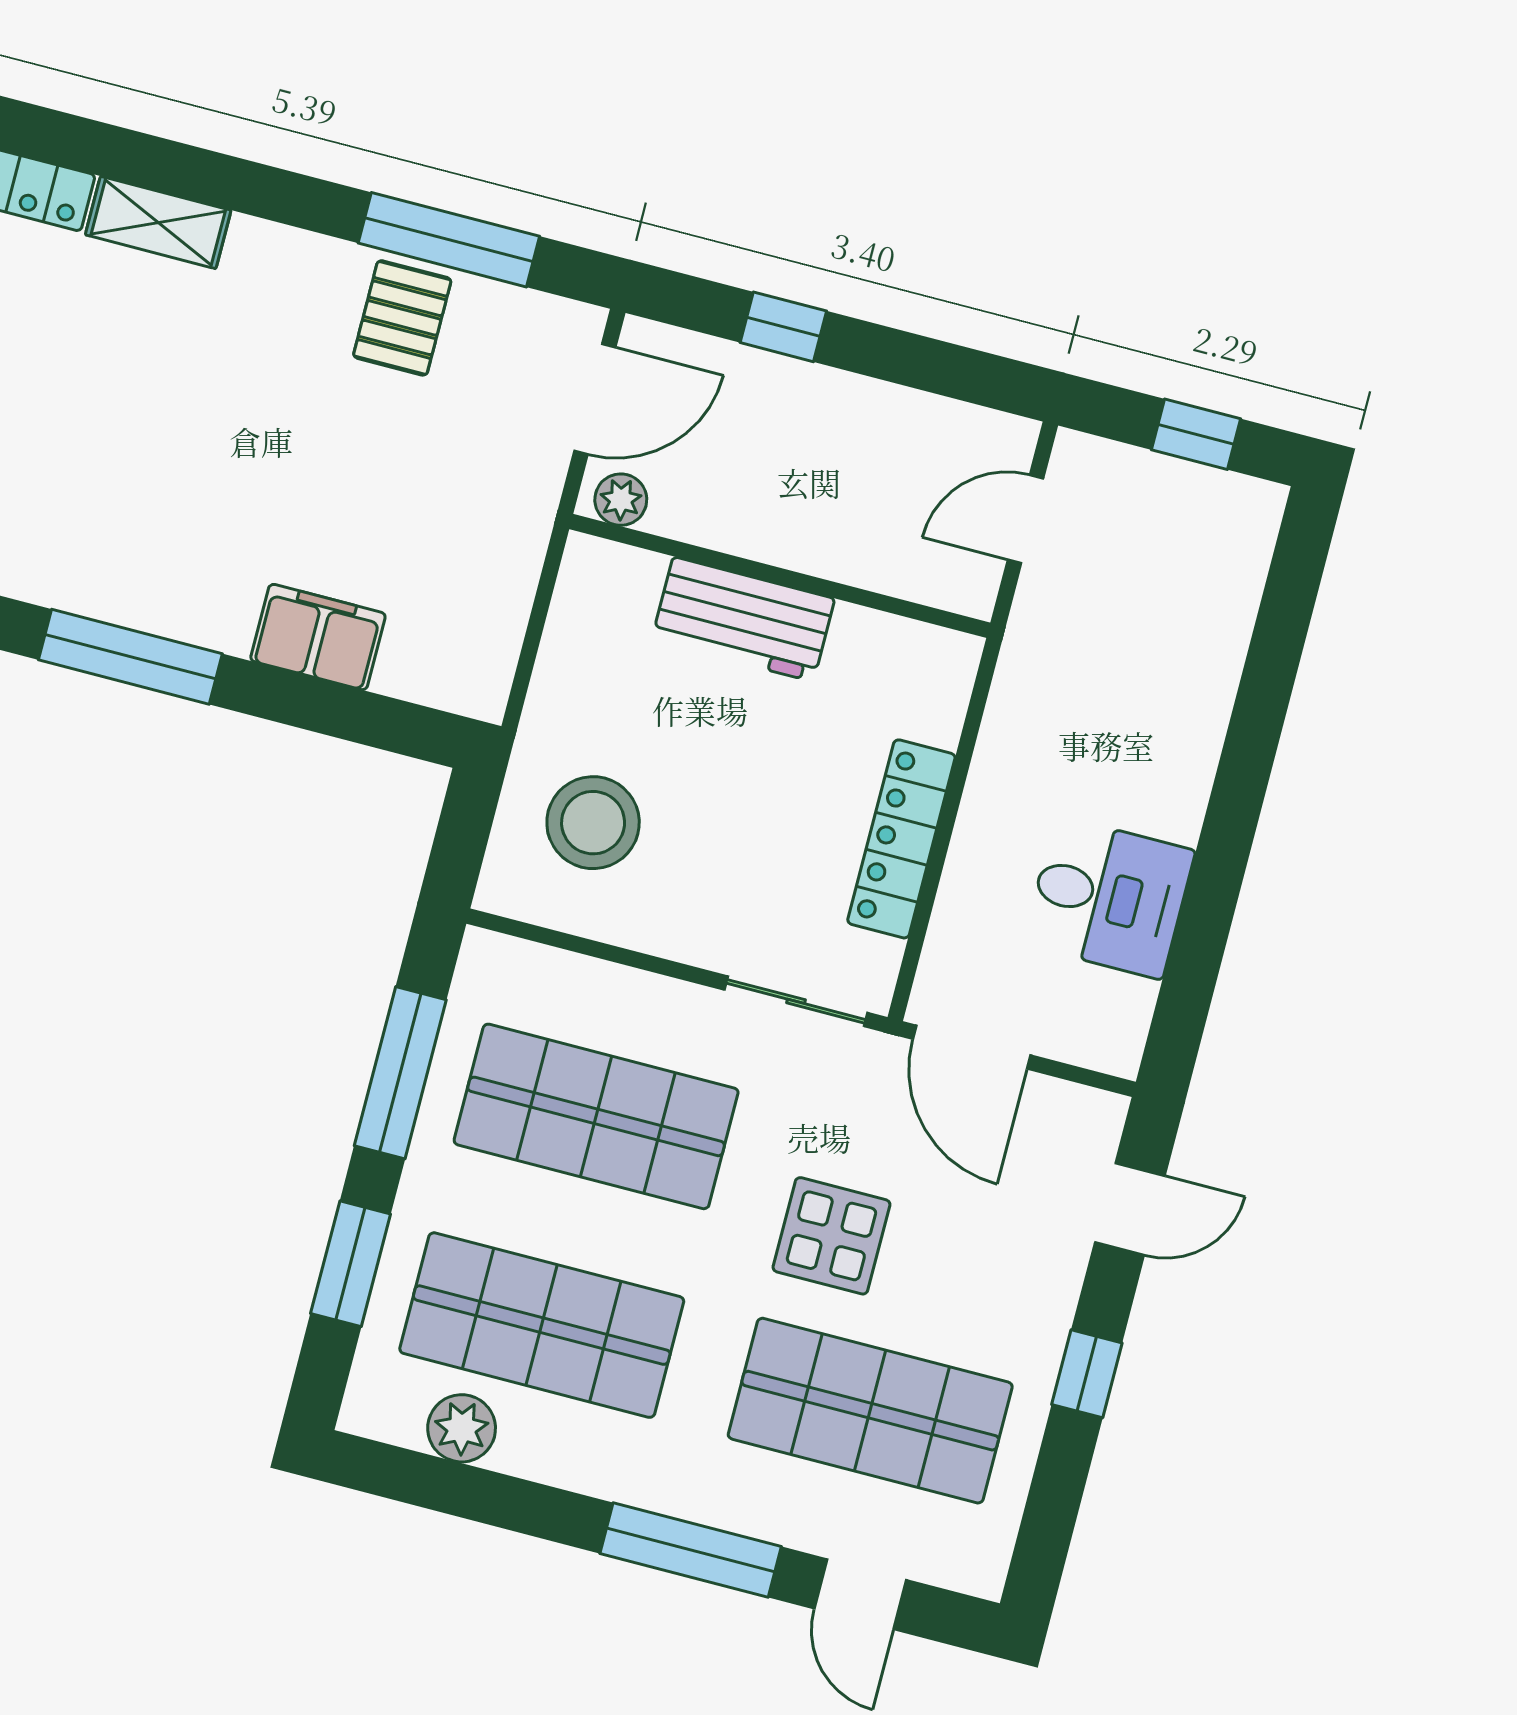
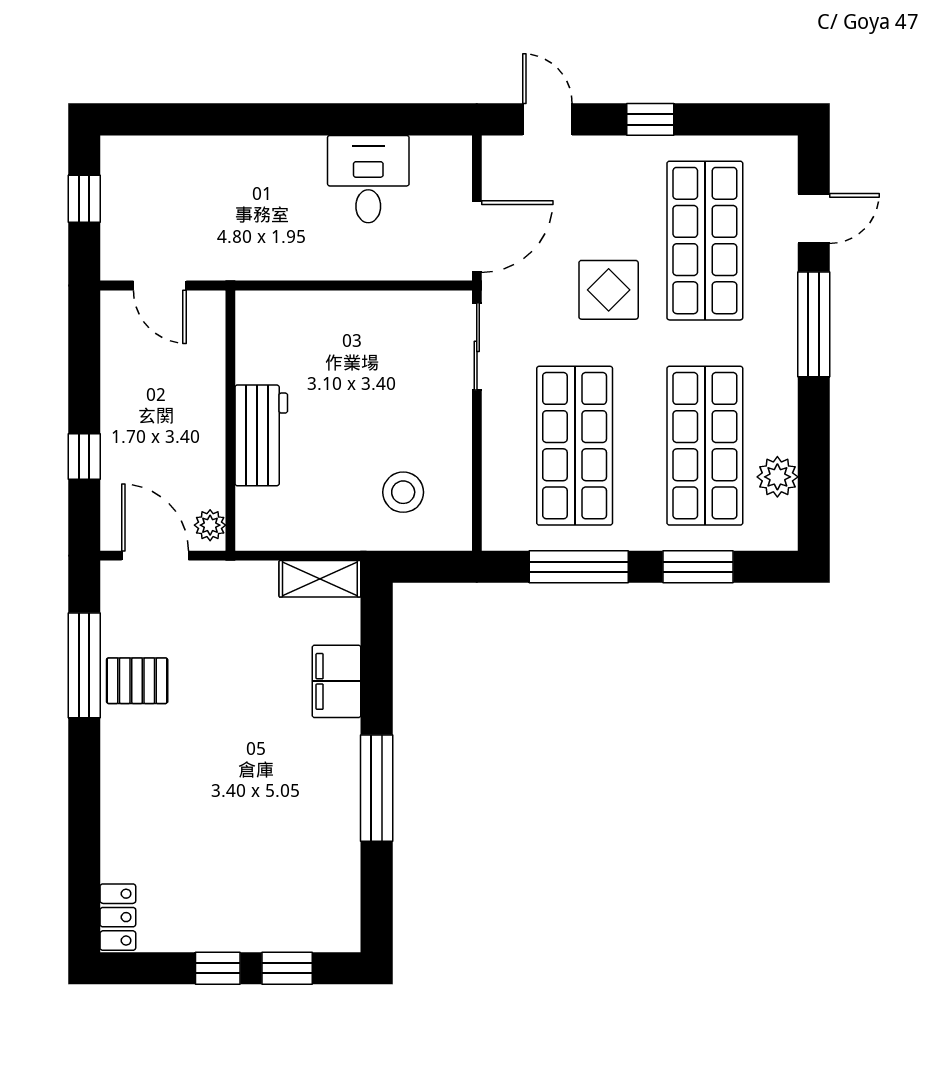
shelving: (158, 222) -> (320, 579), moved, turned 90
stool: (593, 823) -> (403, 492), width x0.73, depth x0.73
locker: (901, 839) -> (366, 309), removed

